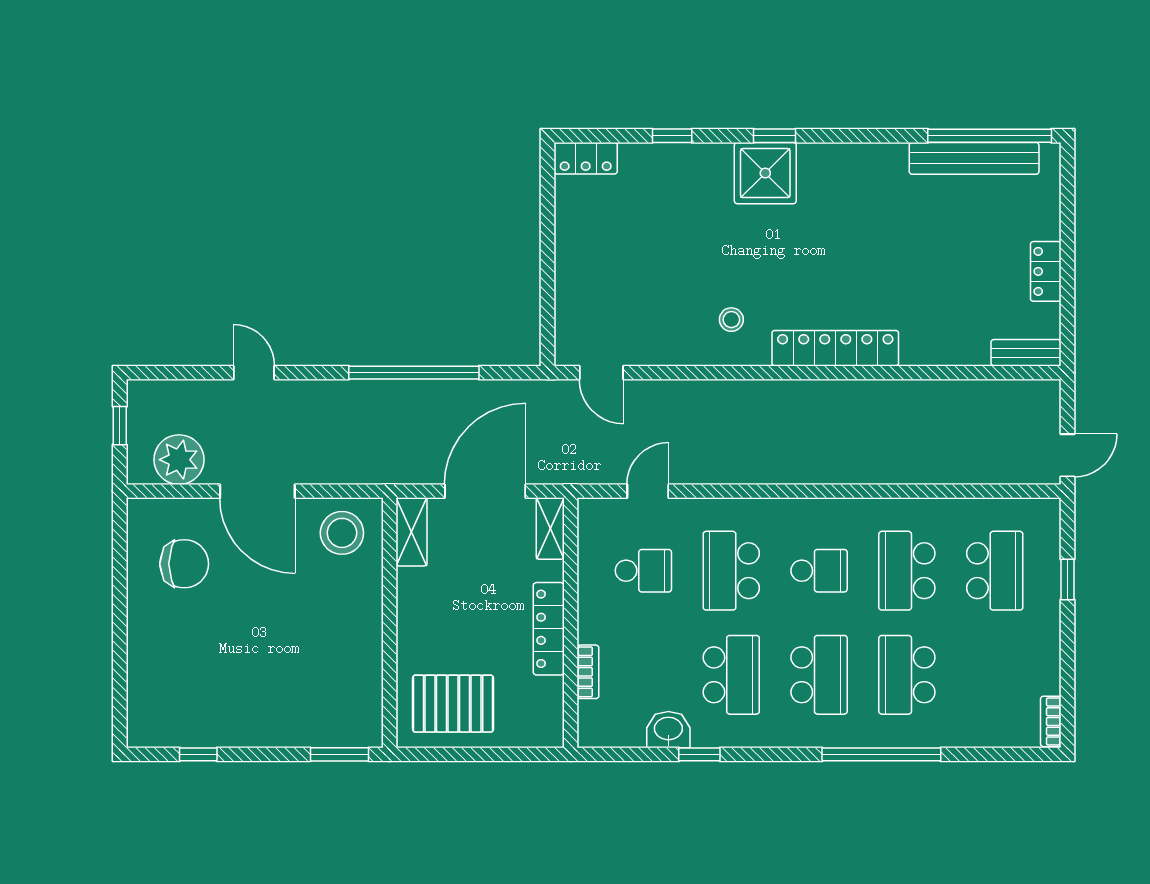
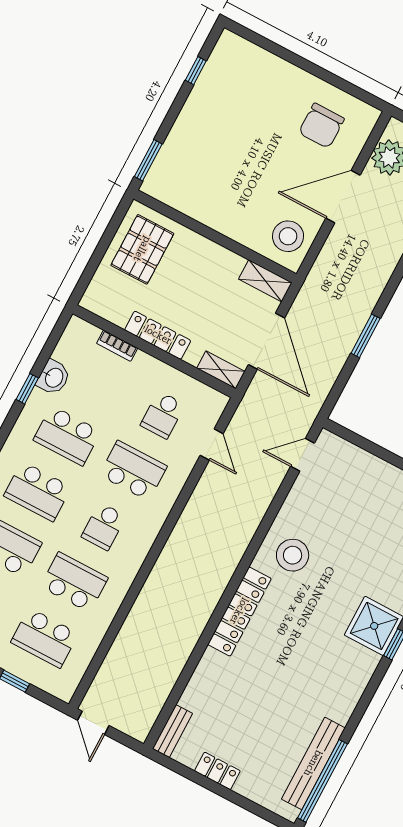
stool: (731, 320) -> (293, 555), width x1.89, depth x1.89
window: (414, 373) -> (366, 336), width x0.47

